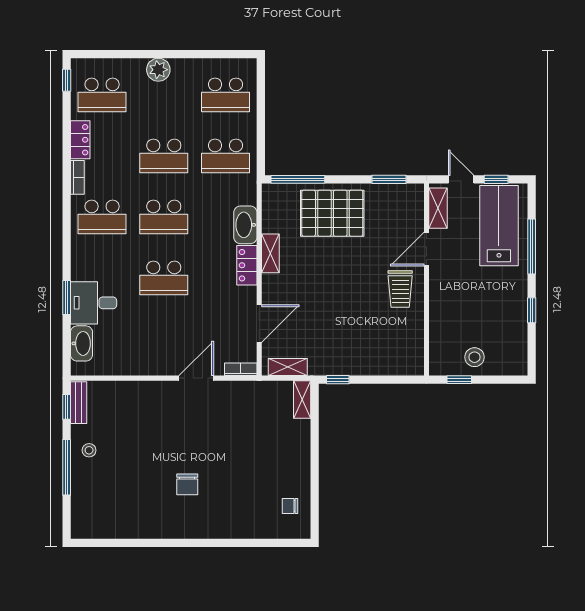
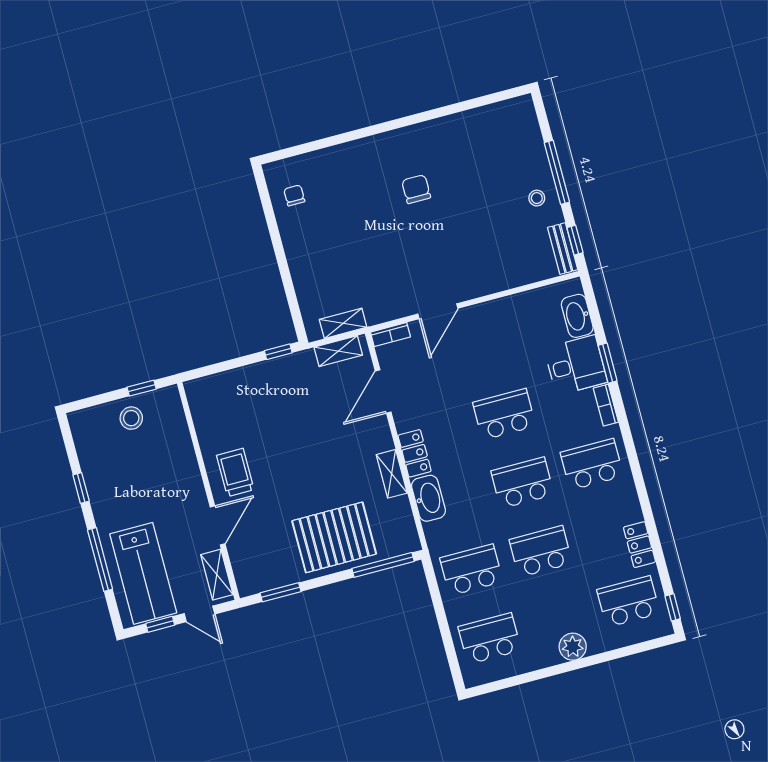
bookcase: (77, 177) -> (606, 405), moved
shelving: (302, 400) -> (343, 323), moved, turned 90
chair: (290, 506) -> (294, 195), turned -90

